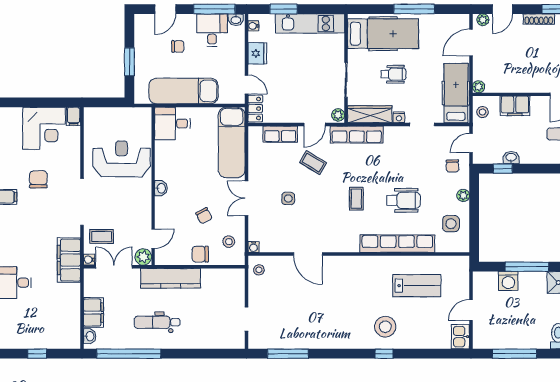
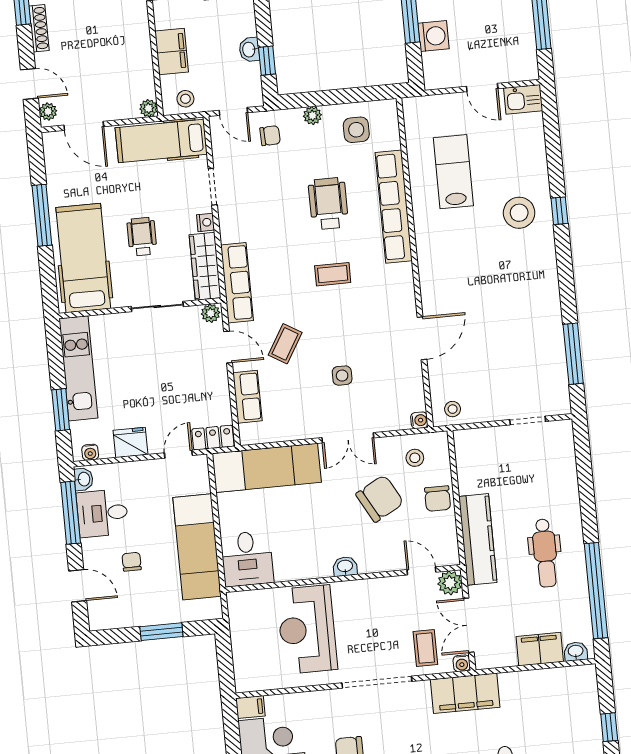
chair: (204, 216) -> (380, 499), width x1.87, depth x1.87

